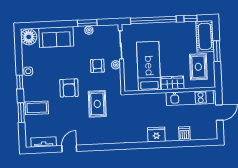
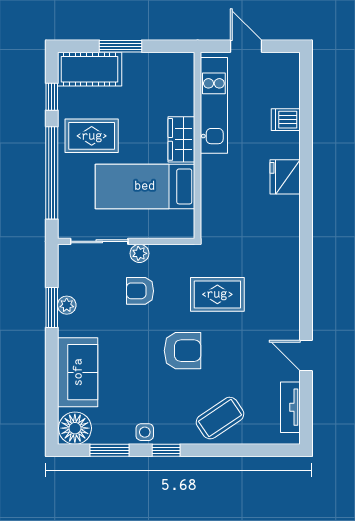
rug: (198, 67) -> (92, 136), moved
coffee table: (37, 108) -> (220, 418), turned 56
window: (21, 113) -> (109, 450), moved

